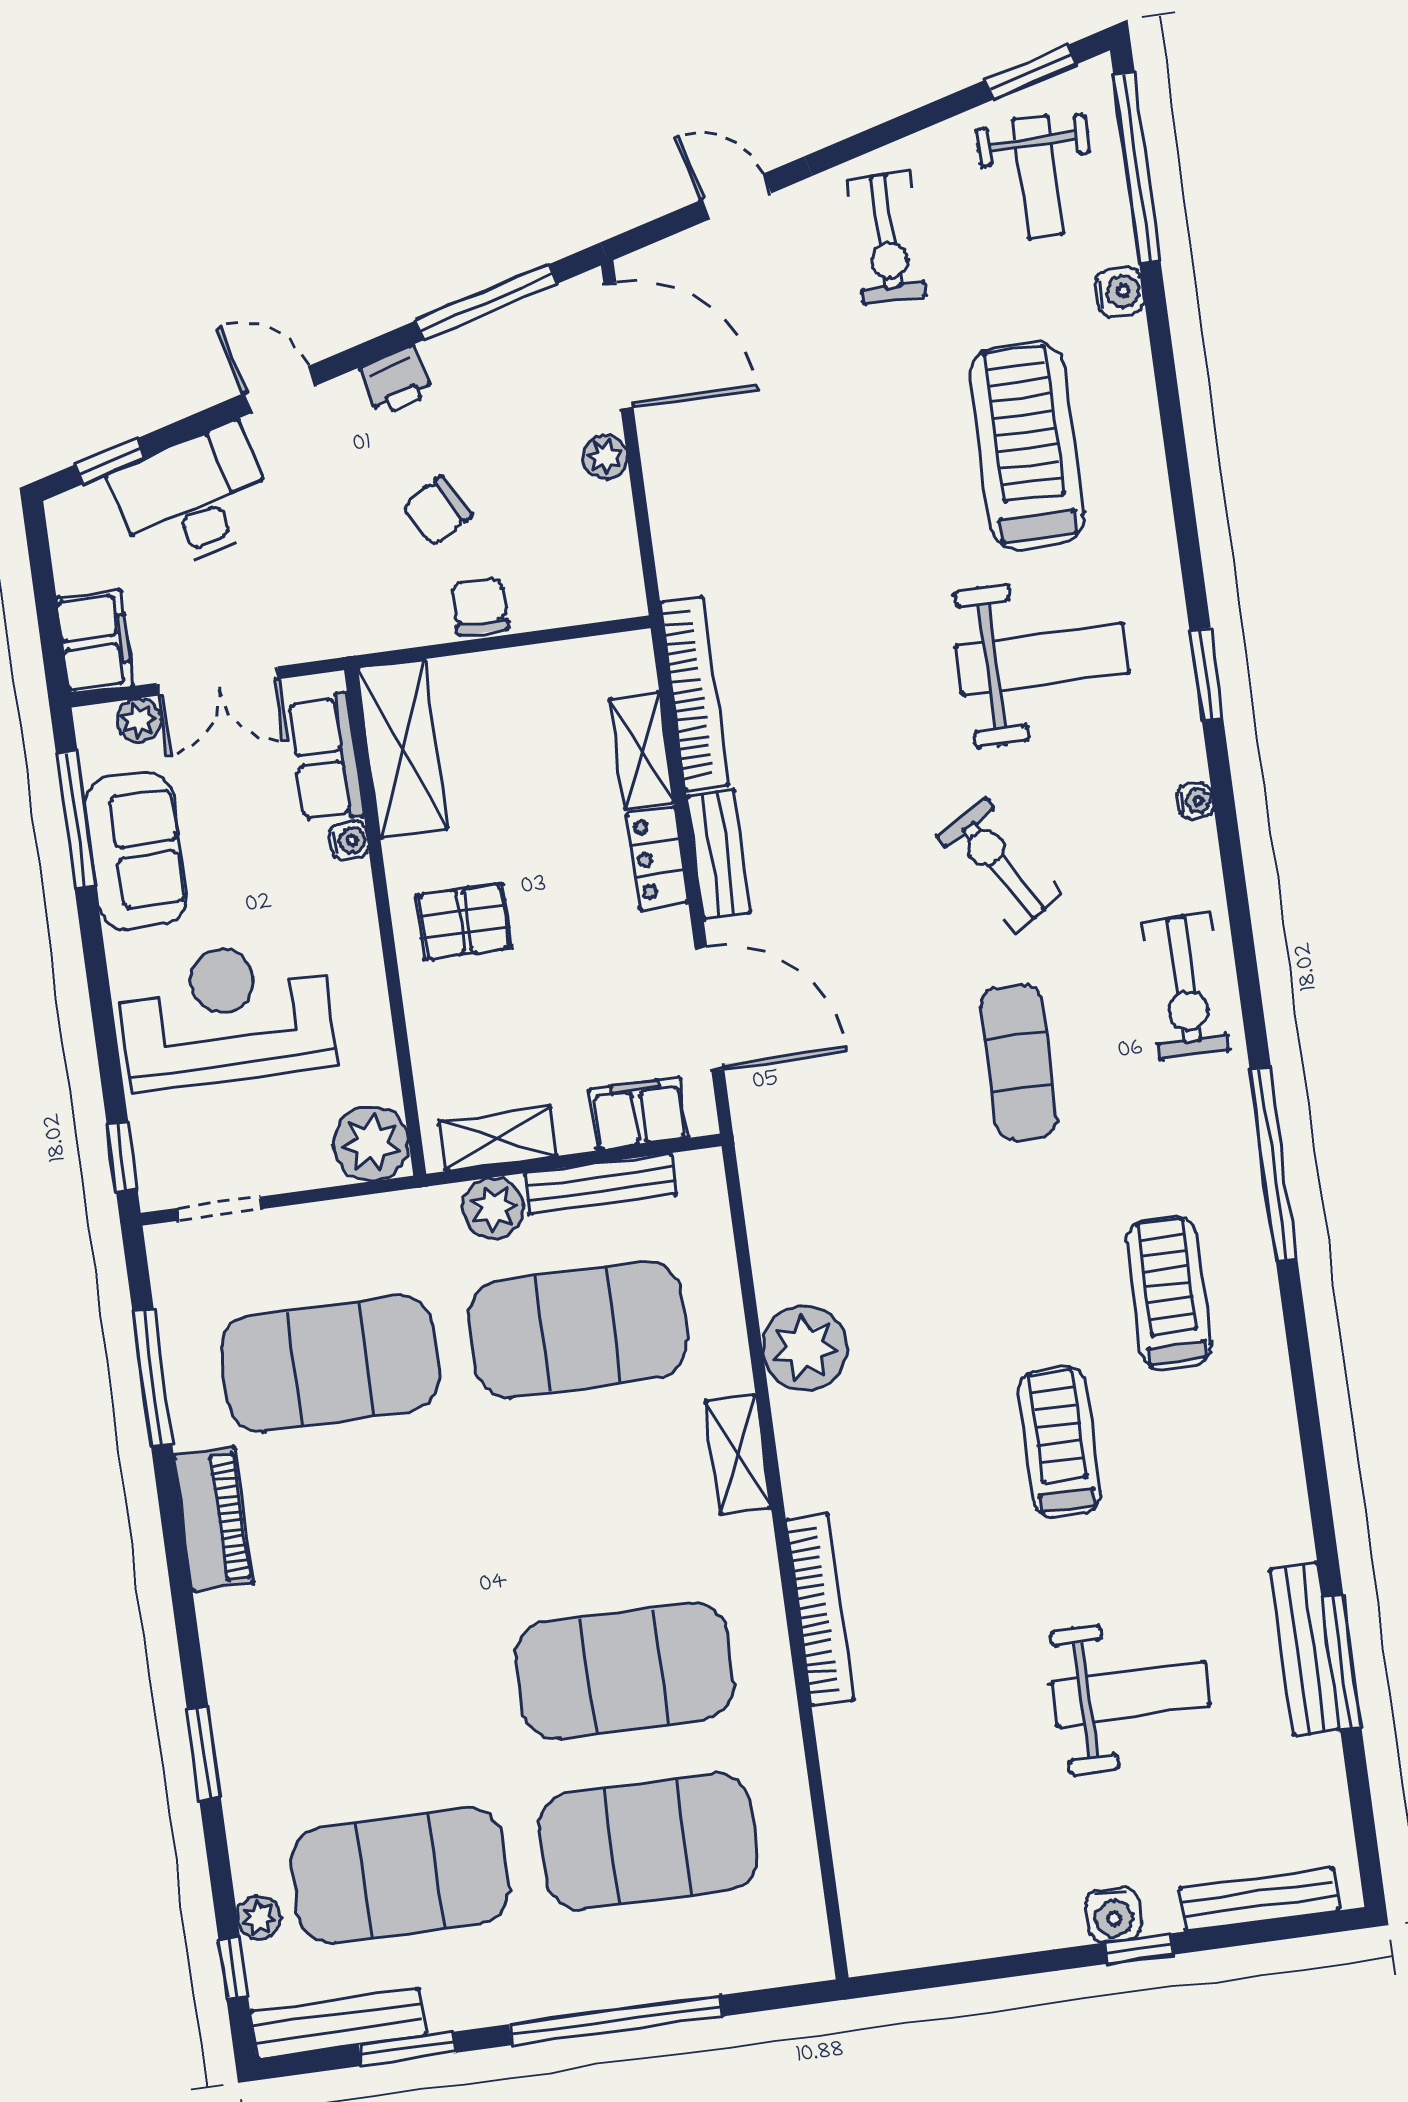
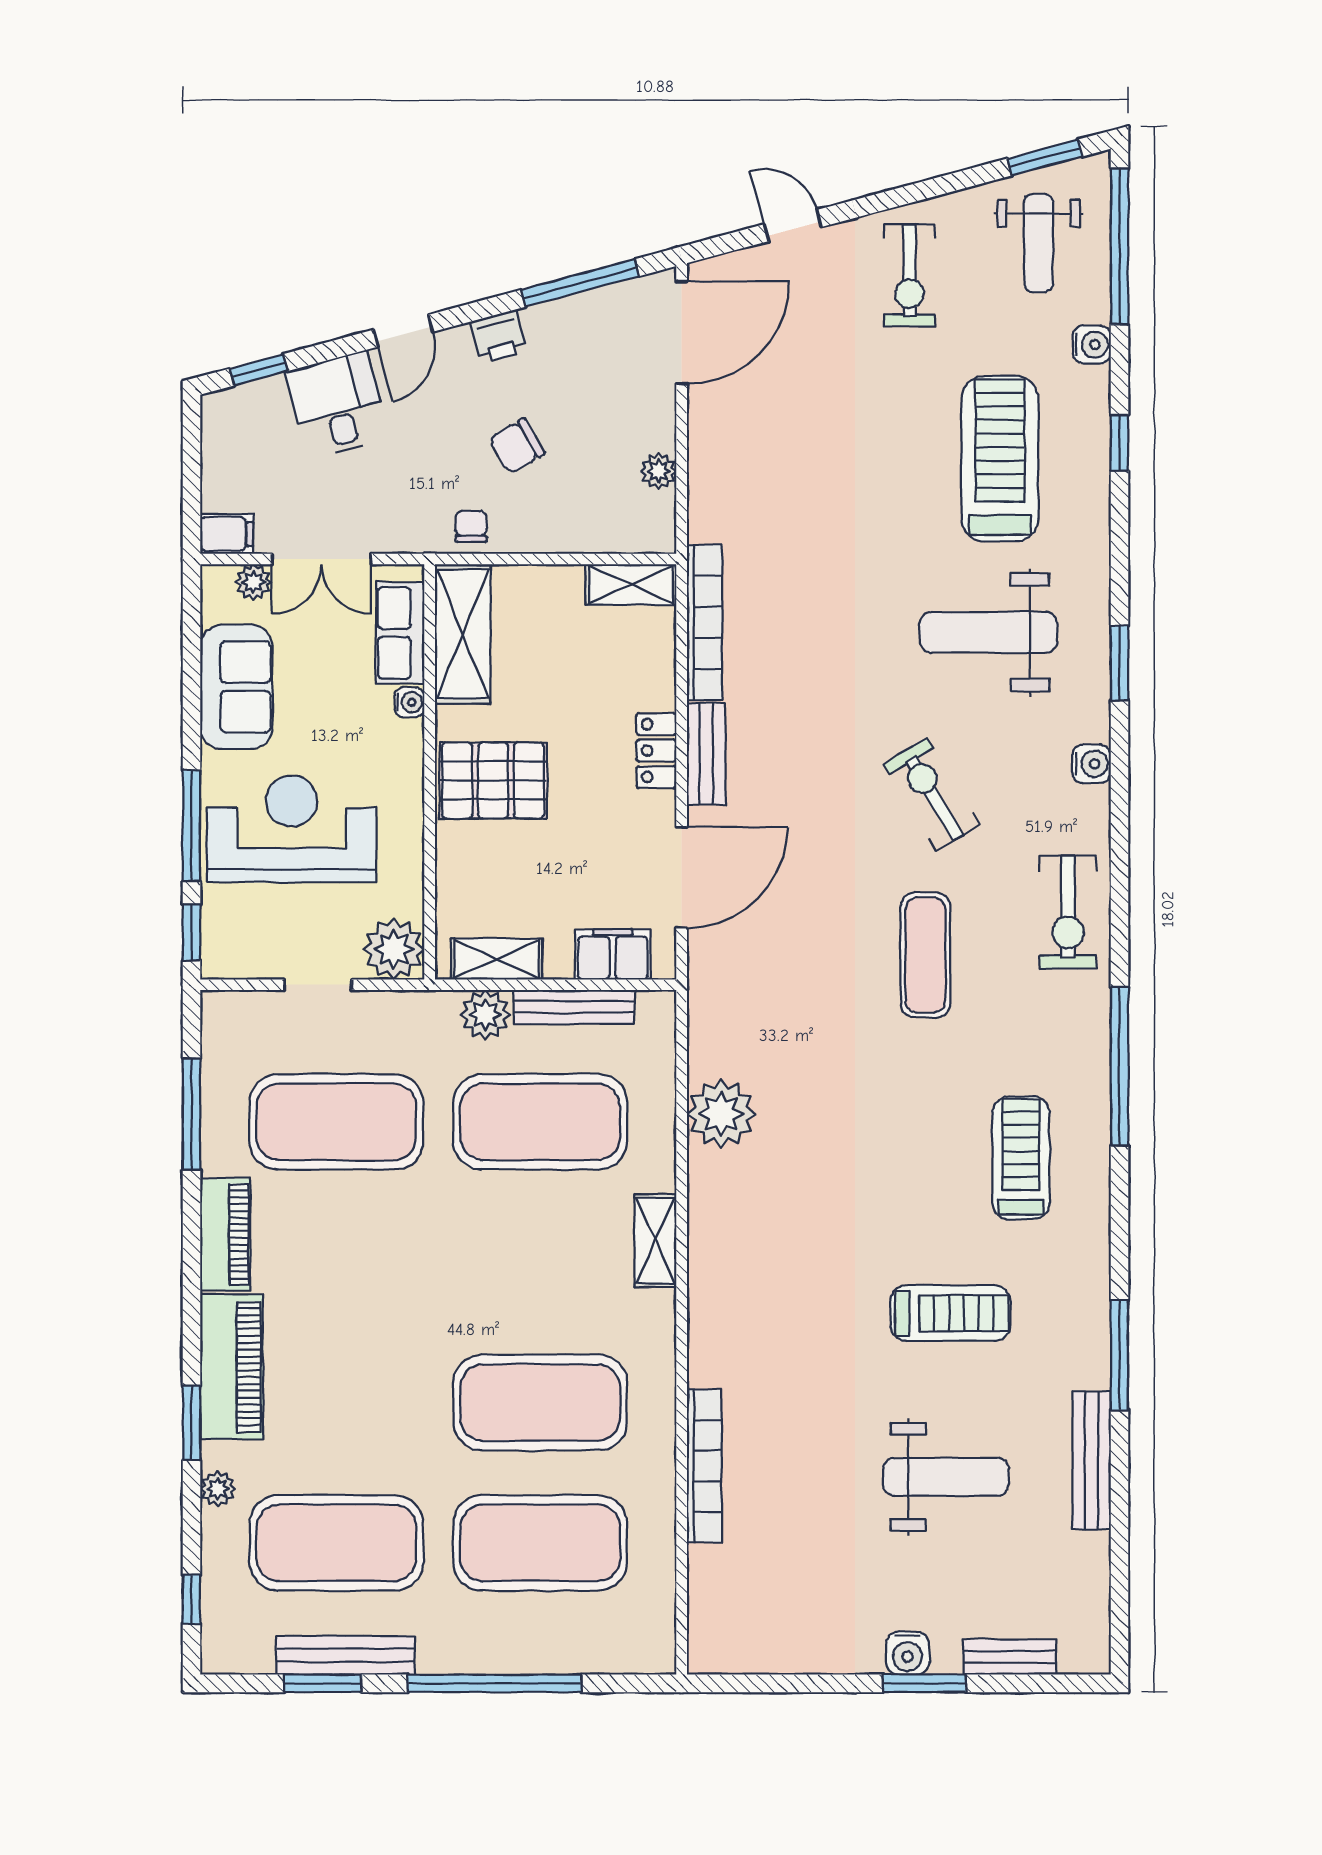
door: (618, 346) -> (682, 333), hinge flipped
door: (279, 390) -> (403, 331), swing flipped
window: (1170, 407) -> (1119, 443), added
plant: (605, 457) -> (659, 471), moved
desk: (193, 499) -> (337, 405), width x0.73
chair: (480, 607) -> (471, 526), moved, width x0.73, depth x0.73
filing cabinet: (95, 642) -> (227, 534), width x0.50
weight bench: (1042, 659) -> (989, 632), turned 180
shelving: (642, 751) -> (631, 585), moved, turned 90
water cooler: (1196, 801) -> (1091, 764), width x1.38, depth x1.38
window: (76, 820) -> (191, 826), moved
pallet: (464, 922) -> (493, 780), width x1.50, depth x1.42
door: (709, 1008) -> (682, 877), hinge flipped
doorway: (220, 1209) -> (318, 985), moved
plant: (805, 1348) -> (721, 1114), moved
treadmill: (1059, 1442) -> (950, 1313), moved, turned 90
bookcase: (820, 1610) -> (704, 1466), moved
window: (1342, 1662) -> (1119, 1355), moved
piano: (243, 1679) -> (232, 1367), added
bench: (1259, 1900) -> (1010, 1657), width x0.73
plant: (259, 1918) -> (218, 1489), moved
window: (1139, 1949) -> (924, 1683), width x1.50
bench: (338, 2024) -> (346, 1655), moved

